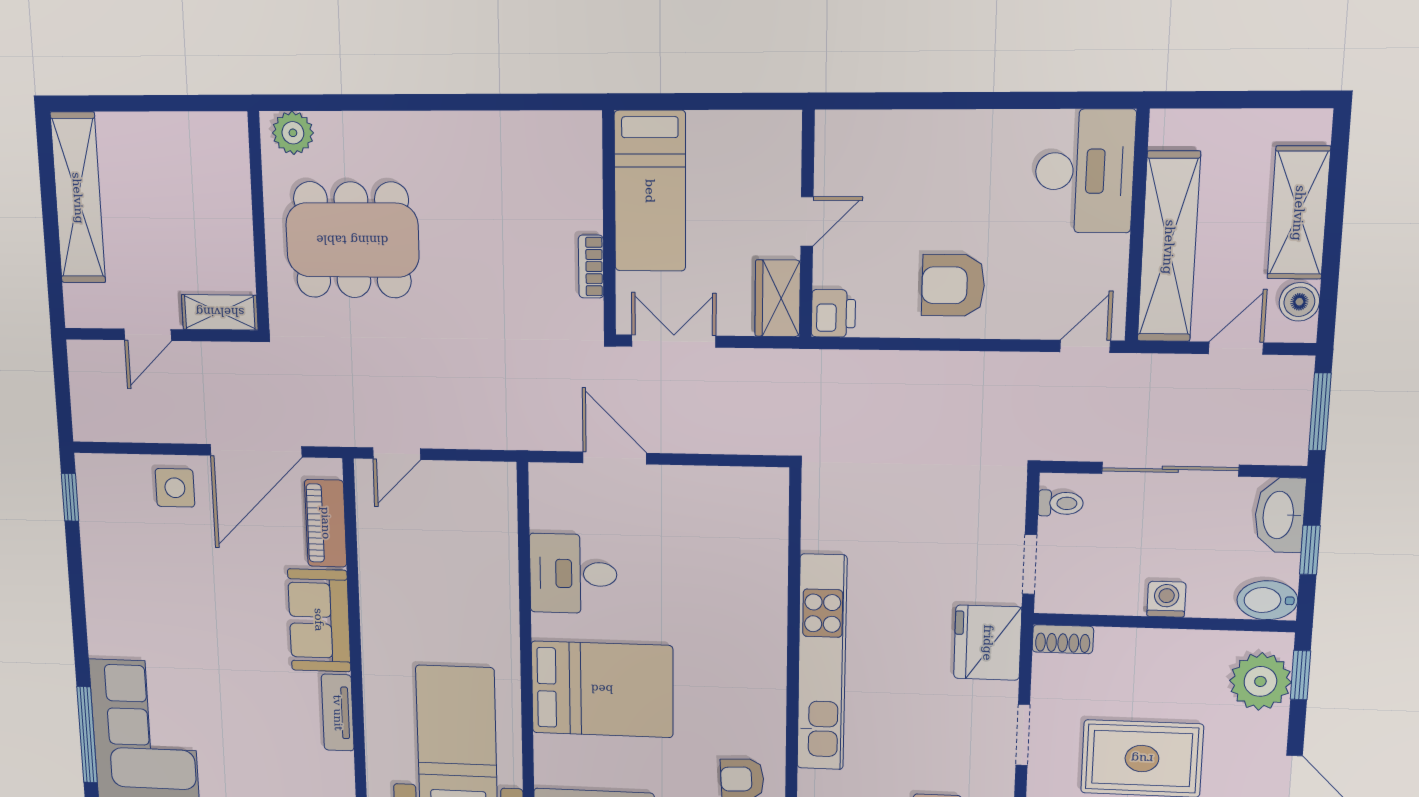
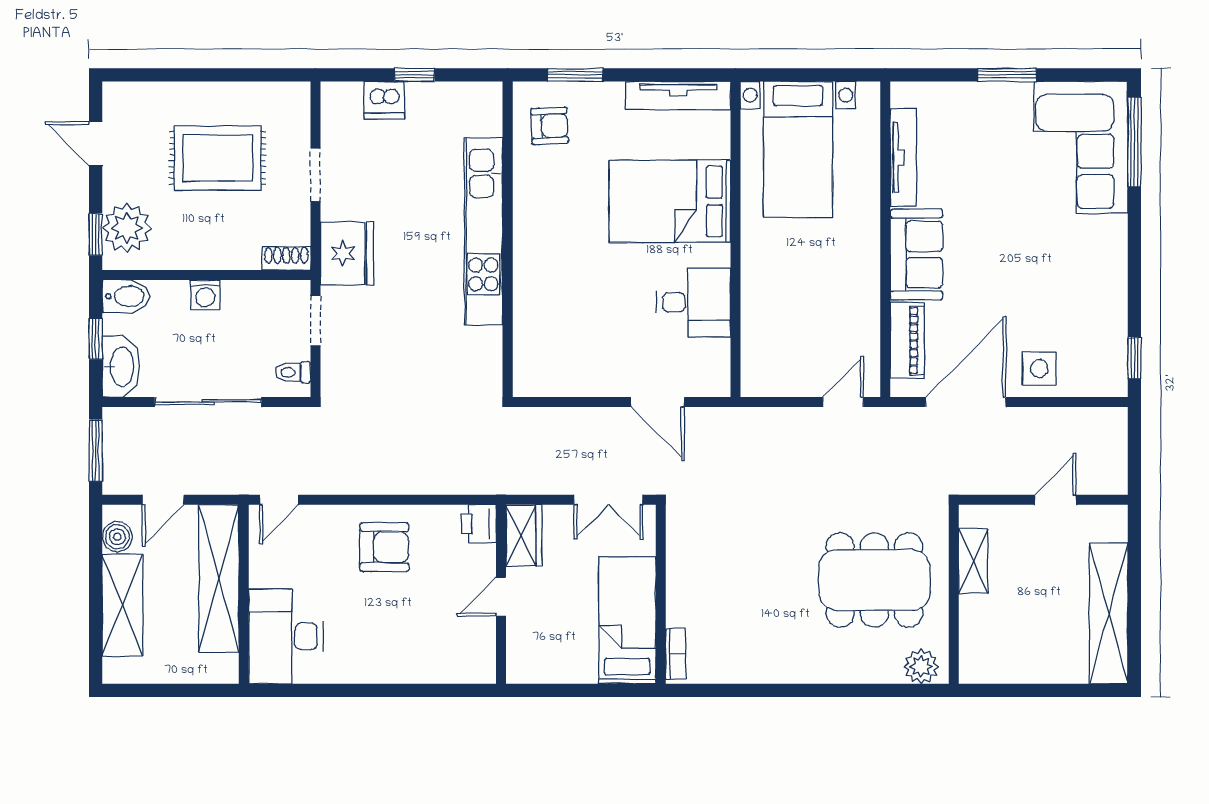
bookcase: (591, 267) -> (676, 654), moved
shelving: (220, 312) -> (973, 561), moved, turned 90
tv unit: (338, 713) -> (904, 157), width x1.41

